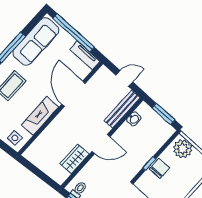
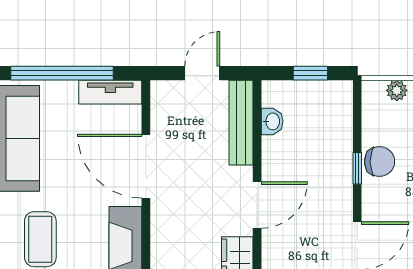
window: (163, 114) -> (310, 73), width x0.67
plant: (183, 149) -> (397, 90), width x0.53, depth x0.53
chair: (159, 168) -> (380, 162), turned 90

